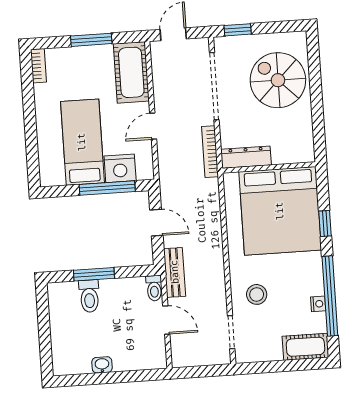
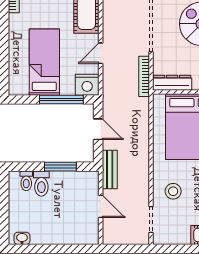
nightstand: (120, 168) -> (87, 85), moved
window: (94, 274) -> (60, 167), moved
toilet: (154, 288) -> (26, 181), moved
washbasin: (102, 365) -> (22, 238), moved

